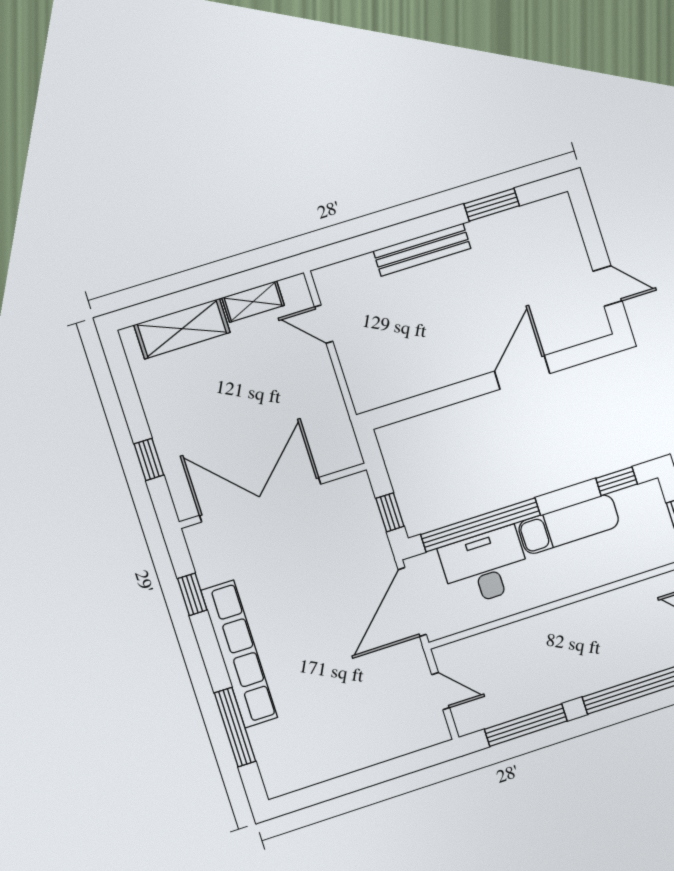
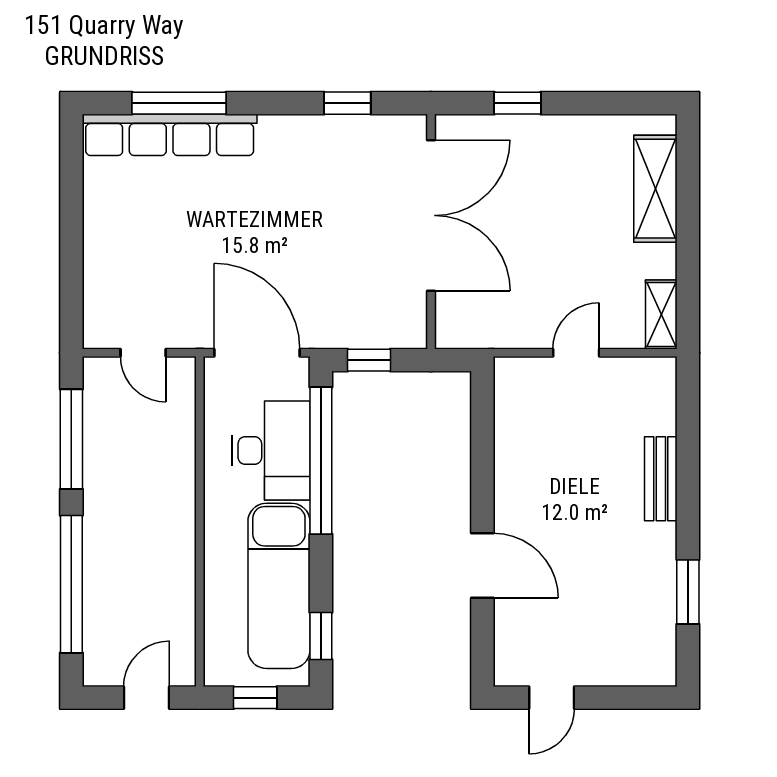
bench: (422, 250) -> (661, 479), width x0.73
shelving: (253, 302) -> (661, 314), moved
door: (324, 324) -> (576, 353), moved
exam couch: (569, 524) -> (279, 586), width x1.36, depth x1.45
row of seats: (239, 654) -> (170, 135), moved
door: (441, 691) -> (143, 353), hinge flipped

